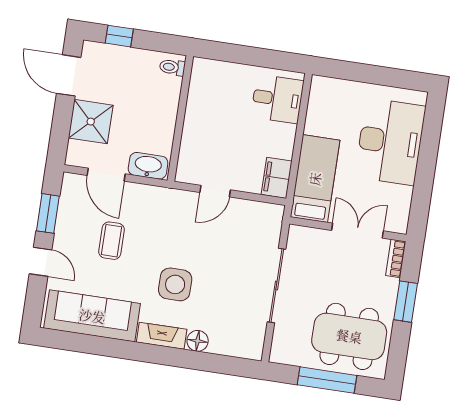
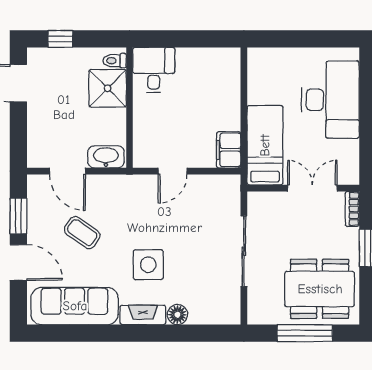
desk: (277, 99) -> (154, 70), moved, turned -90
shower: (91, 122) -> (108, 88), moved
coffee table: (111, 241) -> (82, 233), turned -55
door: (41, 262) -> (18, 262), width x1.37

